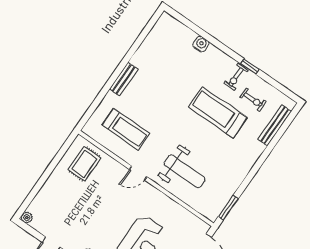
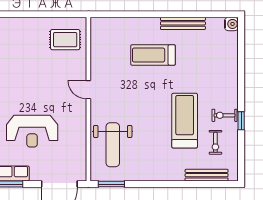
water cooler: (201, 44) -> (231, 24), moved
bench: (124, 79) -> (183, 23), moved, width x1.36
treadmill: (126, 129) -> (153, 55), moved, turned 90
weight bench: (185, 171) -> (113, 145), moved

